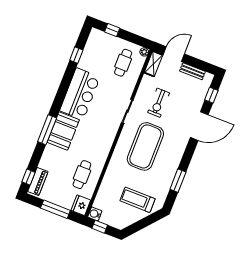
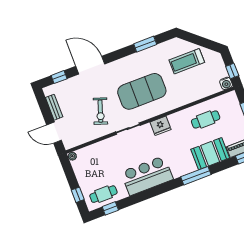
window: (76, 55) -> (110, 208), moved
cafe table: (123, 63) -> (103, 194), moved
shelving: (153, 64) -> (75, 141), removed
exercise bike: (159, 103) -> (100, 111), turned 109
booth: (63, 131) -> (210, 154), moved
treadmill: (137, 200) -> (187, 61), turned 90
fridge: (81, 205) -> (161, 126), moved

